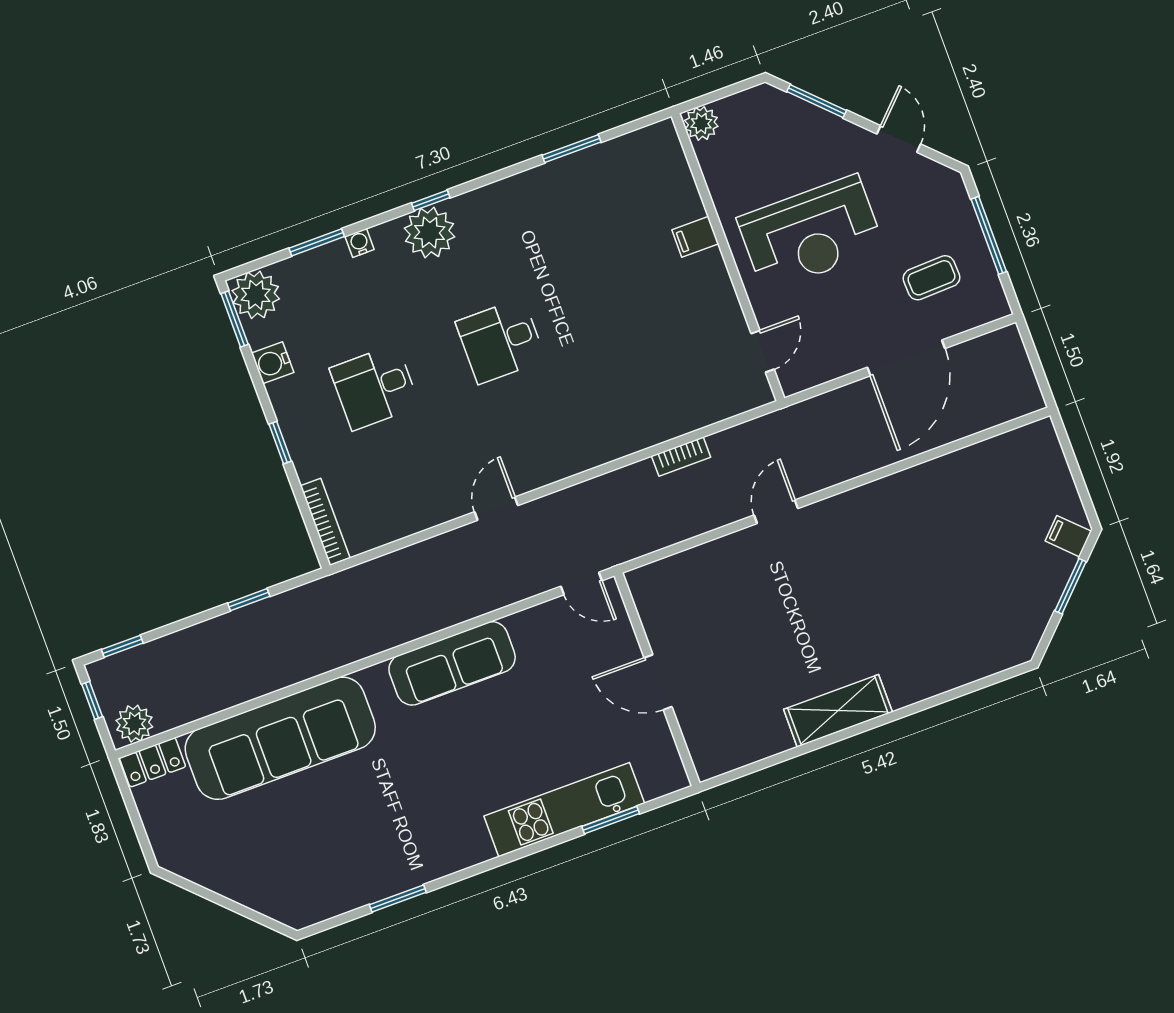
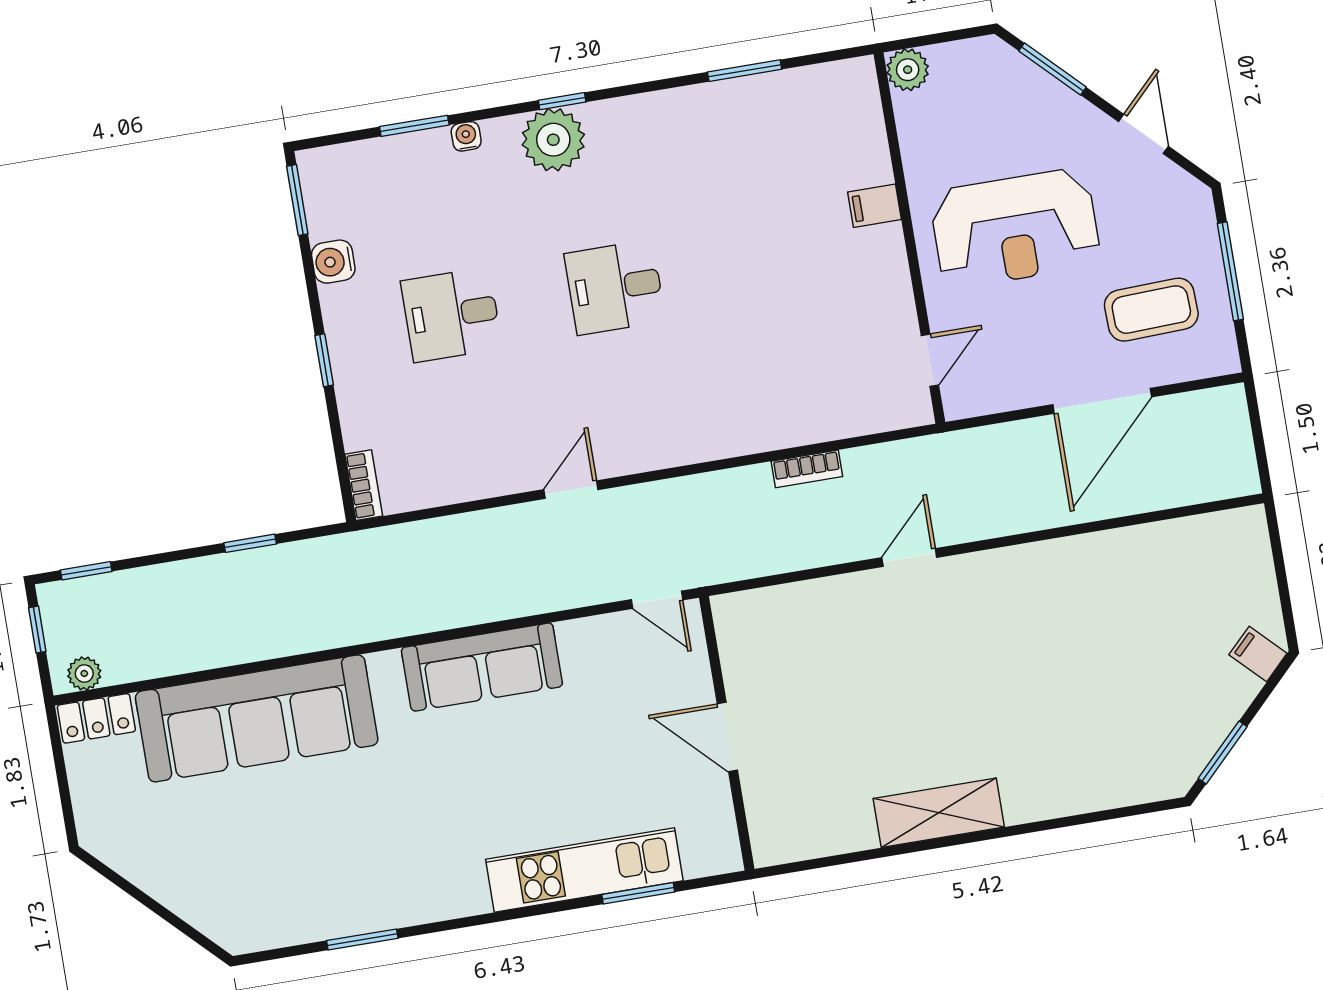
coffee table: (931, 278) -> (1151, 310), width x1.36, depth x1.30
plant: (256, 295) -> (328, 175), removed
bookcase: (325, 522) -> (364, 485), width x0.64
window: (1070, 586) -> (1223, 752), moved
plant: (134, 724) -> (84, 673), width x0.73, depth x0.73

